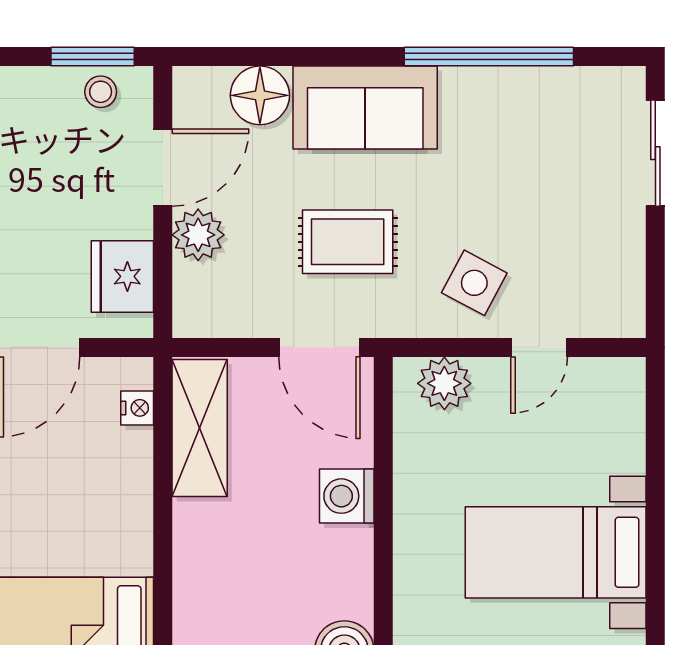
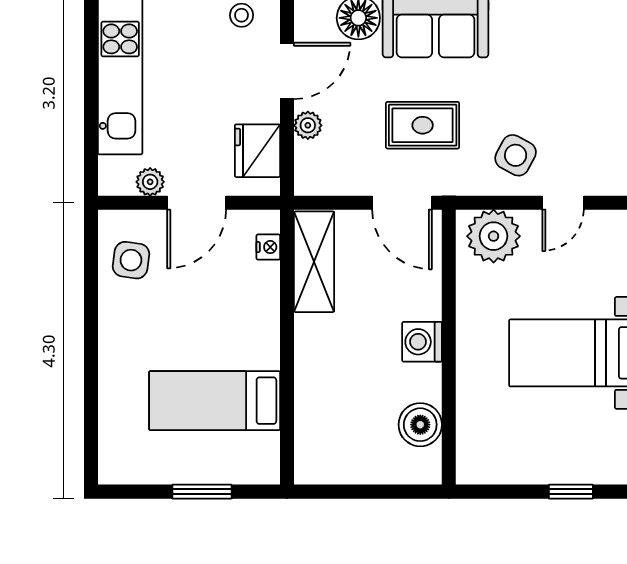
plant: (198, 235) -> (308, 125), width x0.73, depth x0.73
plant: (444, 383) -> (494, 236), width x1.36, depth x1.36
washing machine: (347, 496) -> (422, 342), moved

